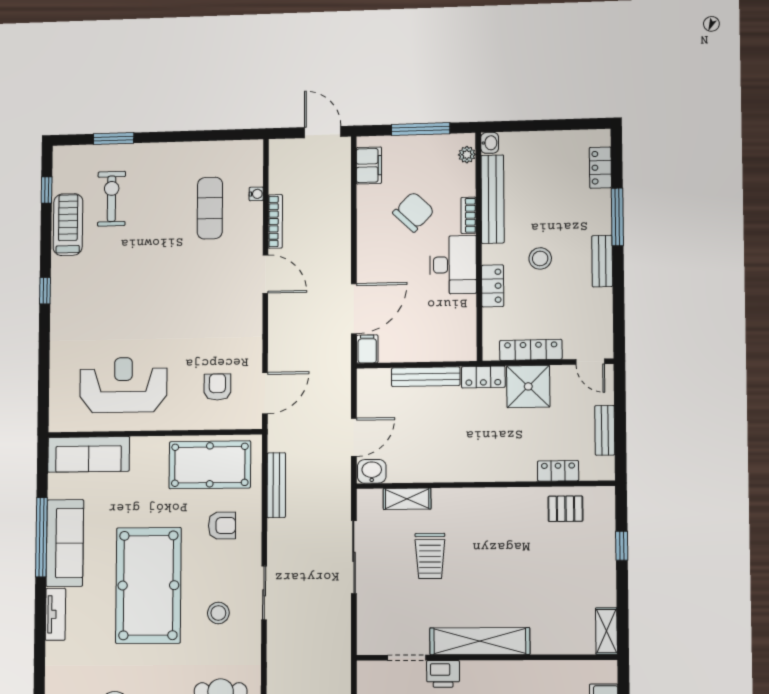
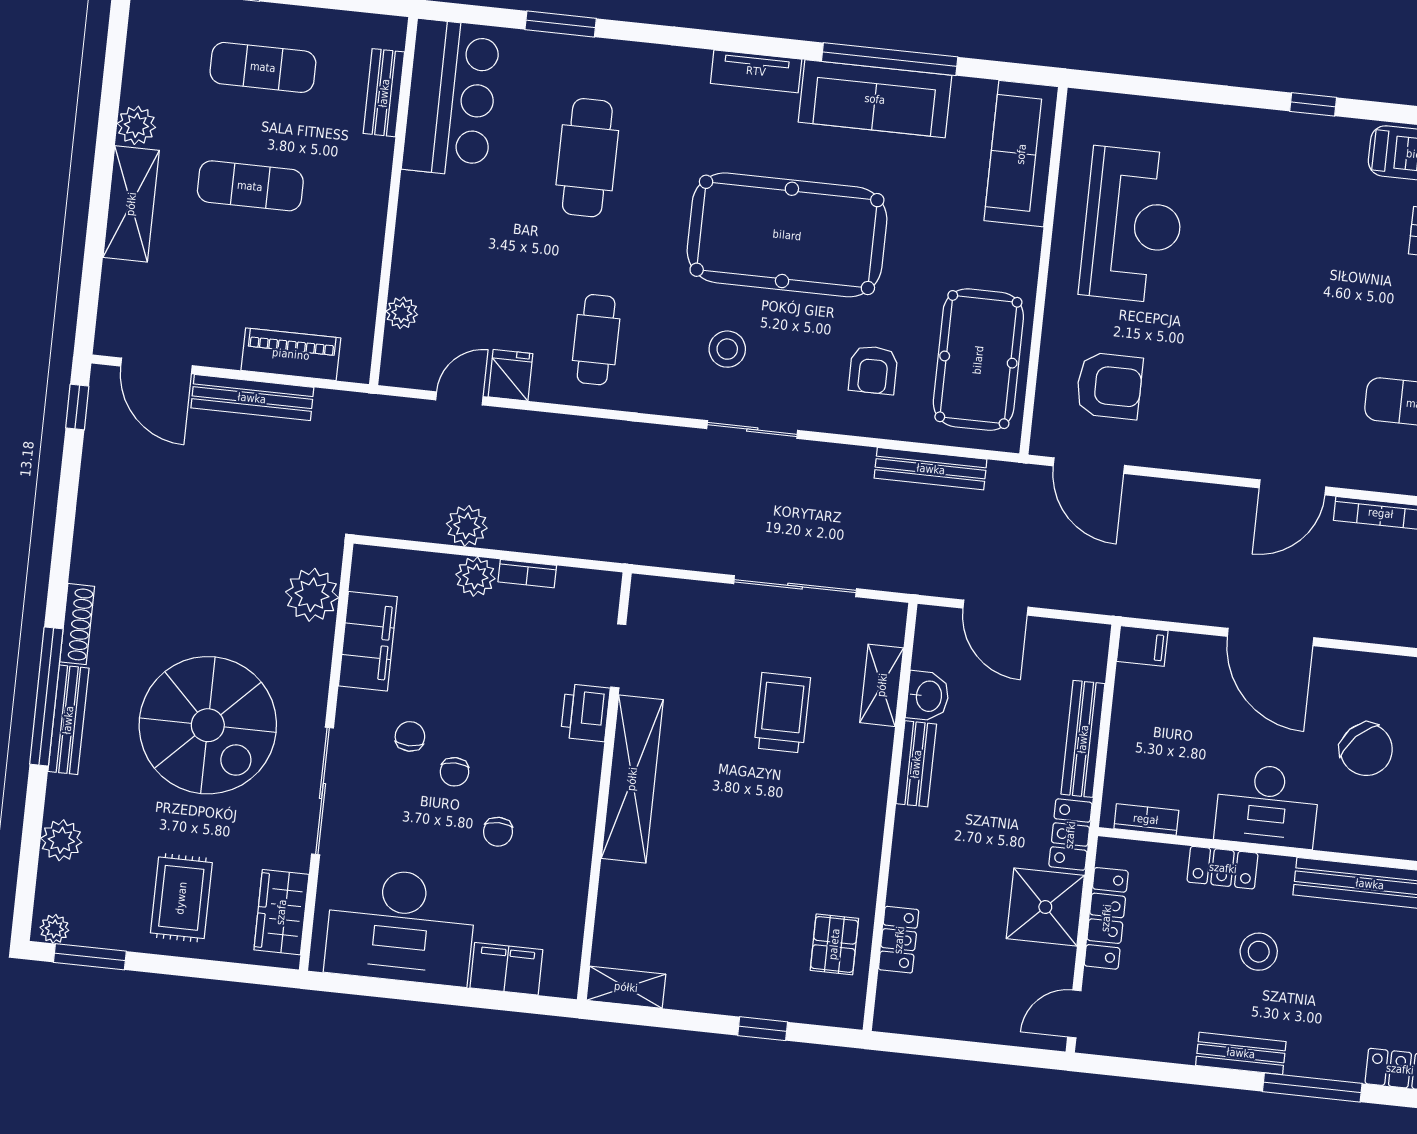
bookcase: (469, 215) -> (1146, 819), moved
door: (354, 309) -> (1271, 637), moved
armchair: (217, 387) -> (1109, 386), width x1.38, depth x1.38
bench: (605, 430) -> (916, 764), moved, turned 90
washbasin: (372, 471) -> (928, 696), moved
trolley: (430, 556) -> (782, 713), turned 90

